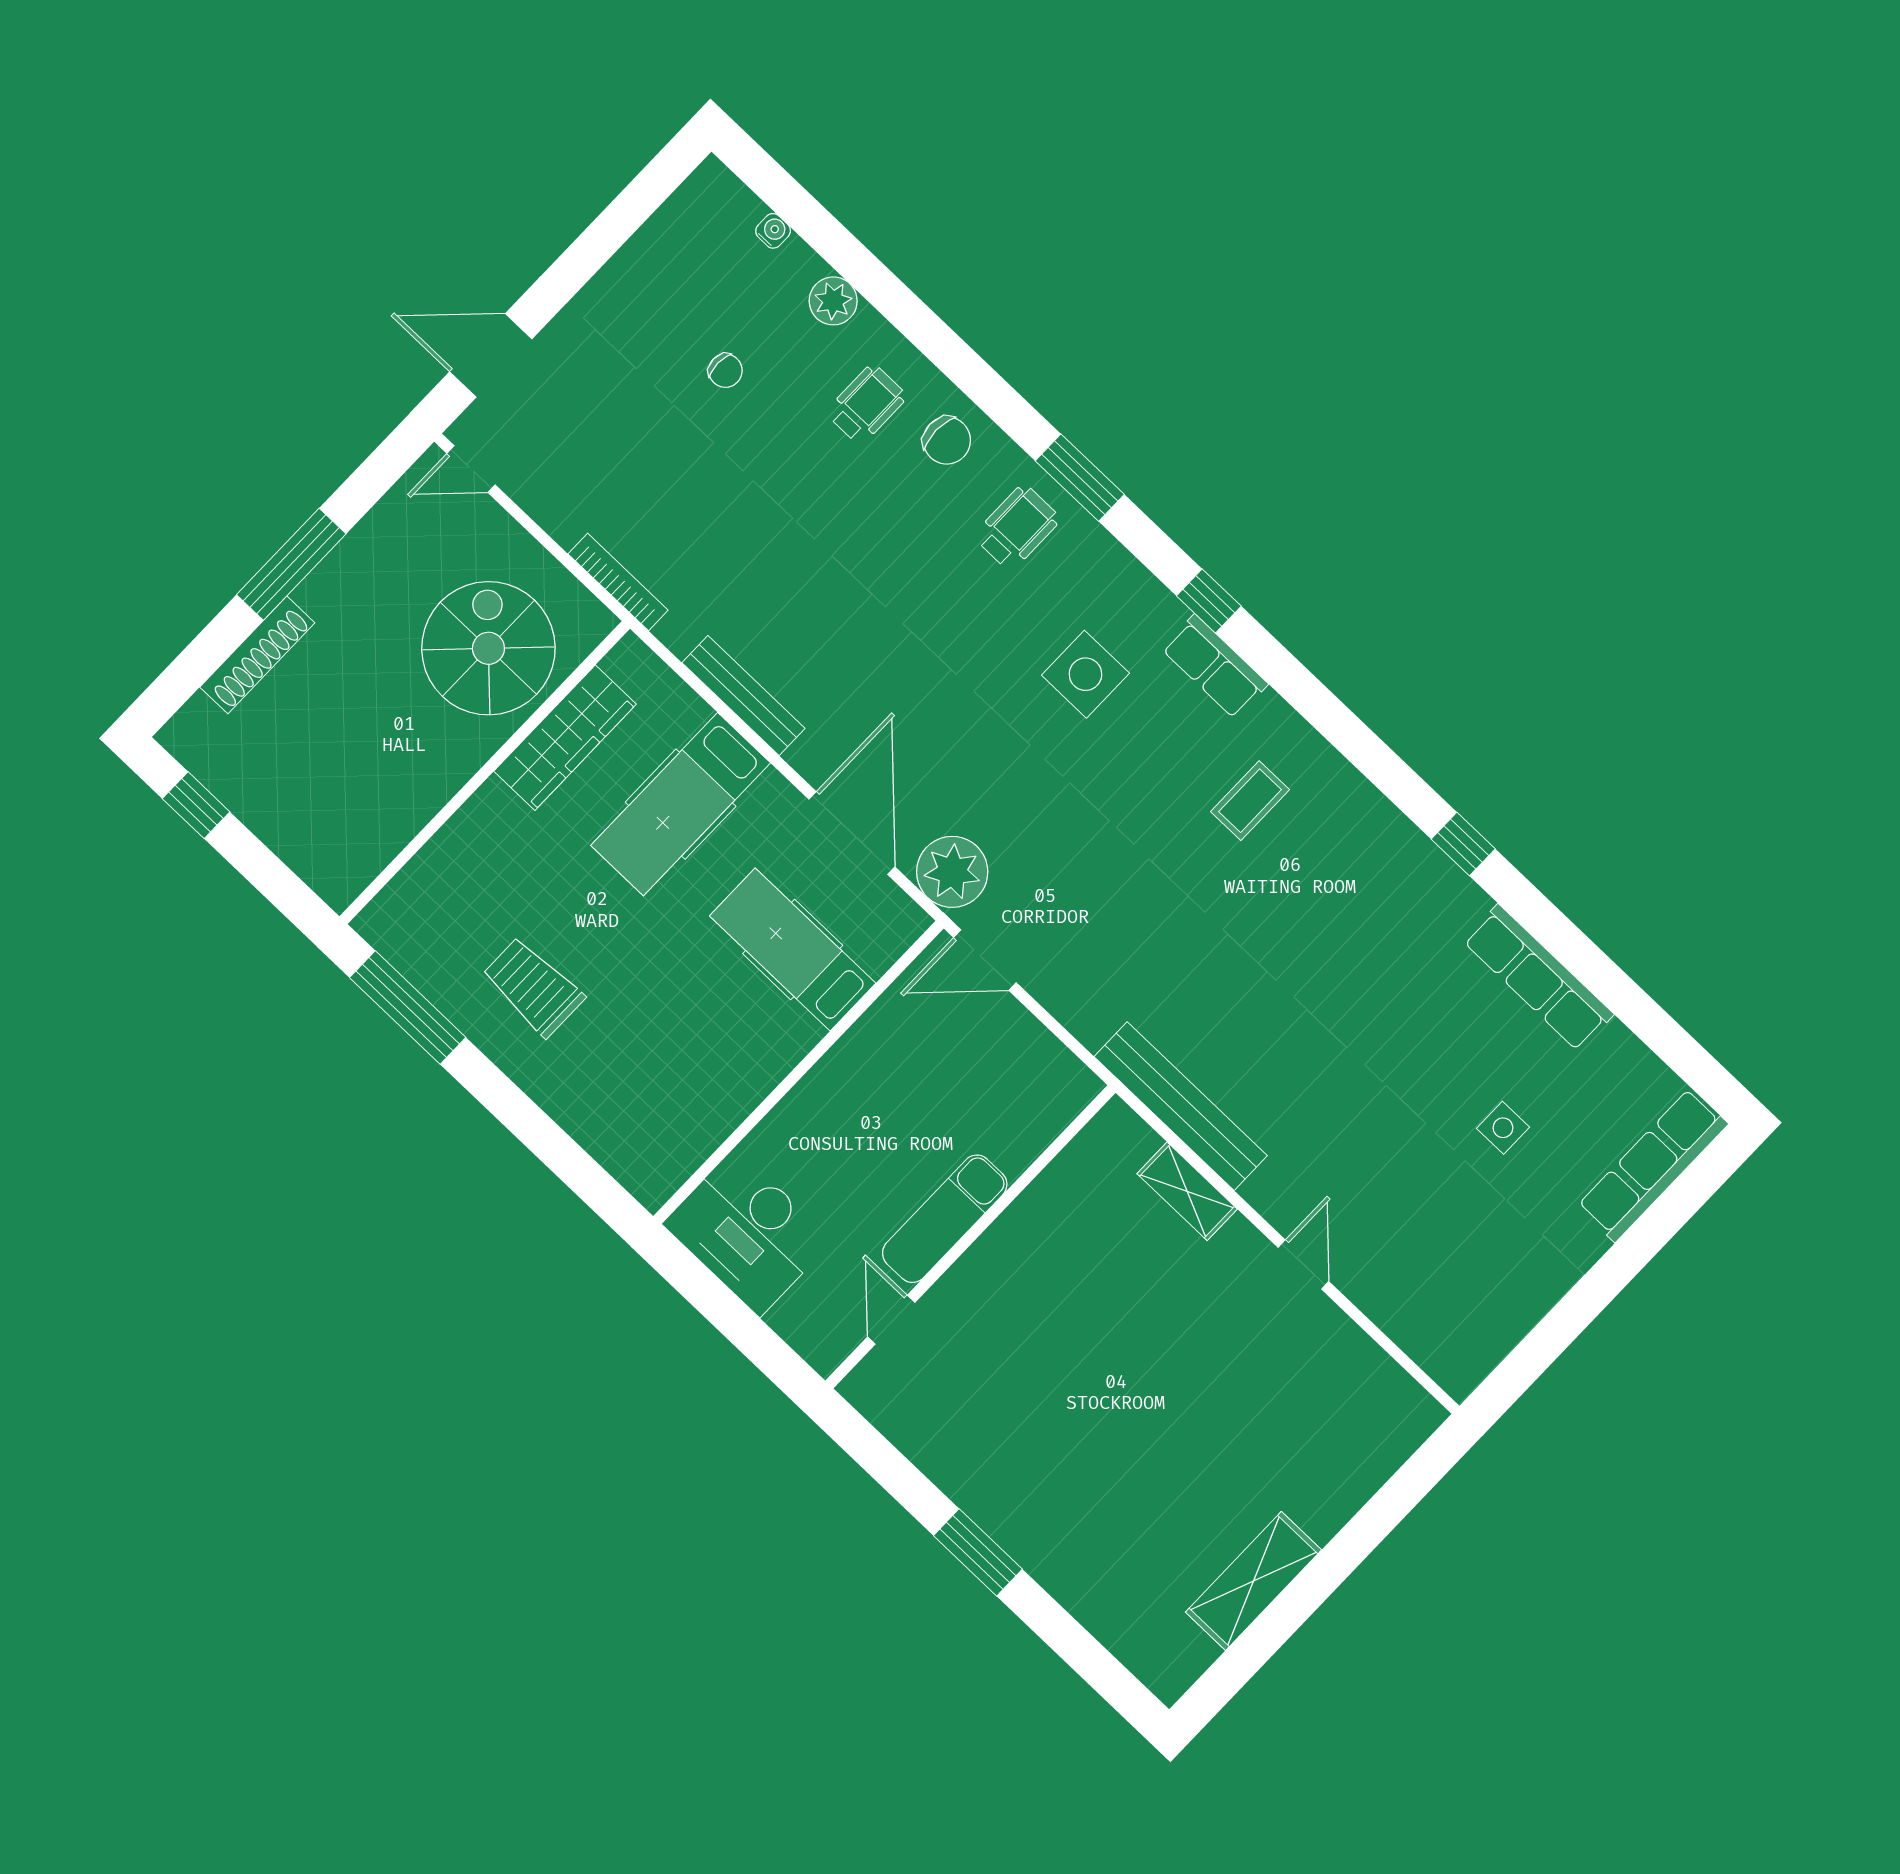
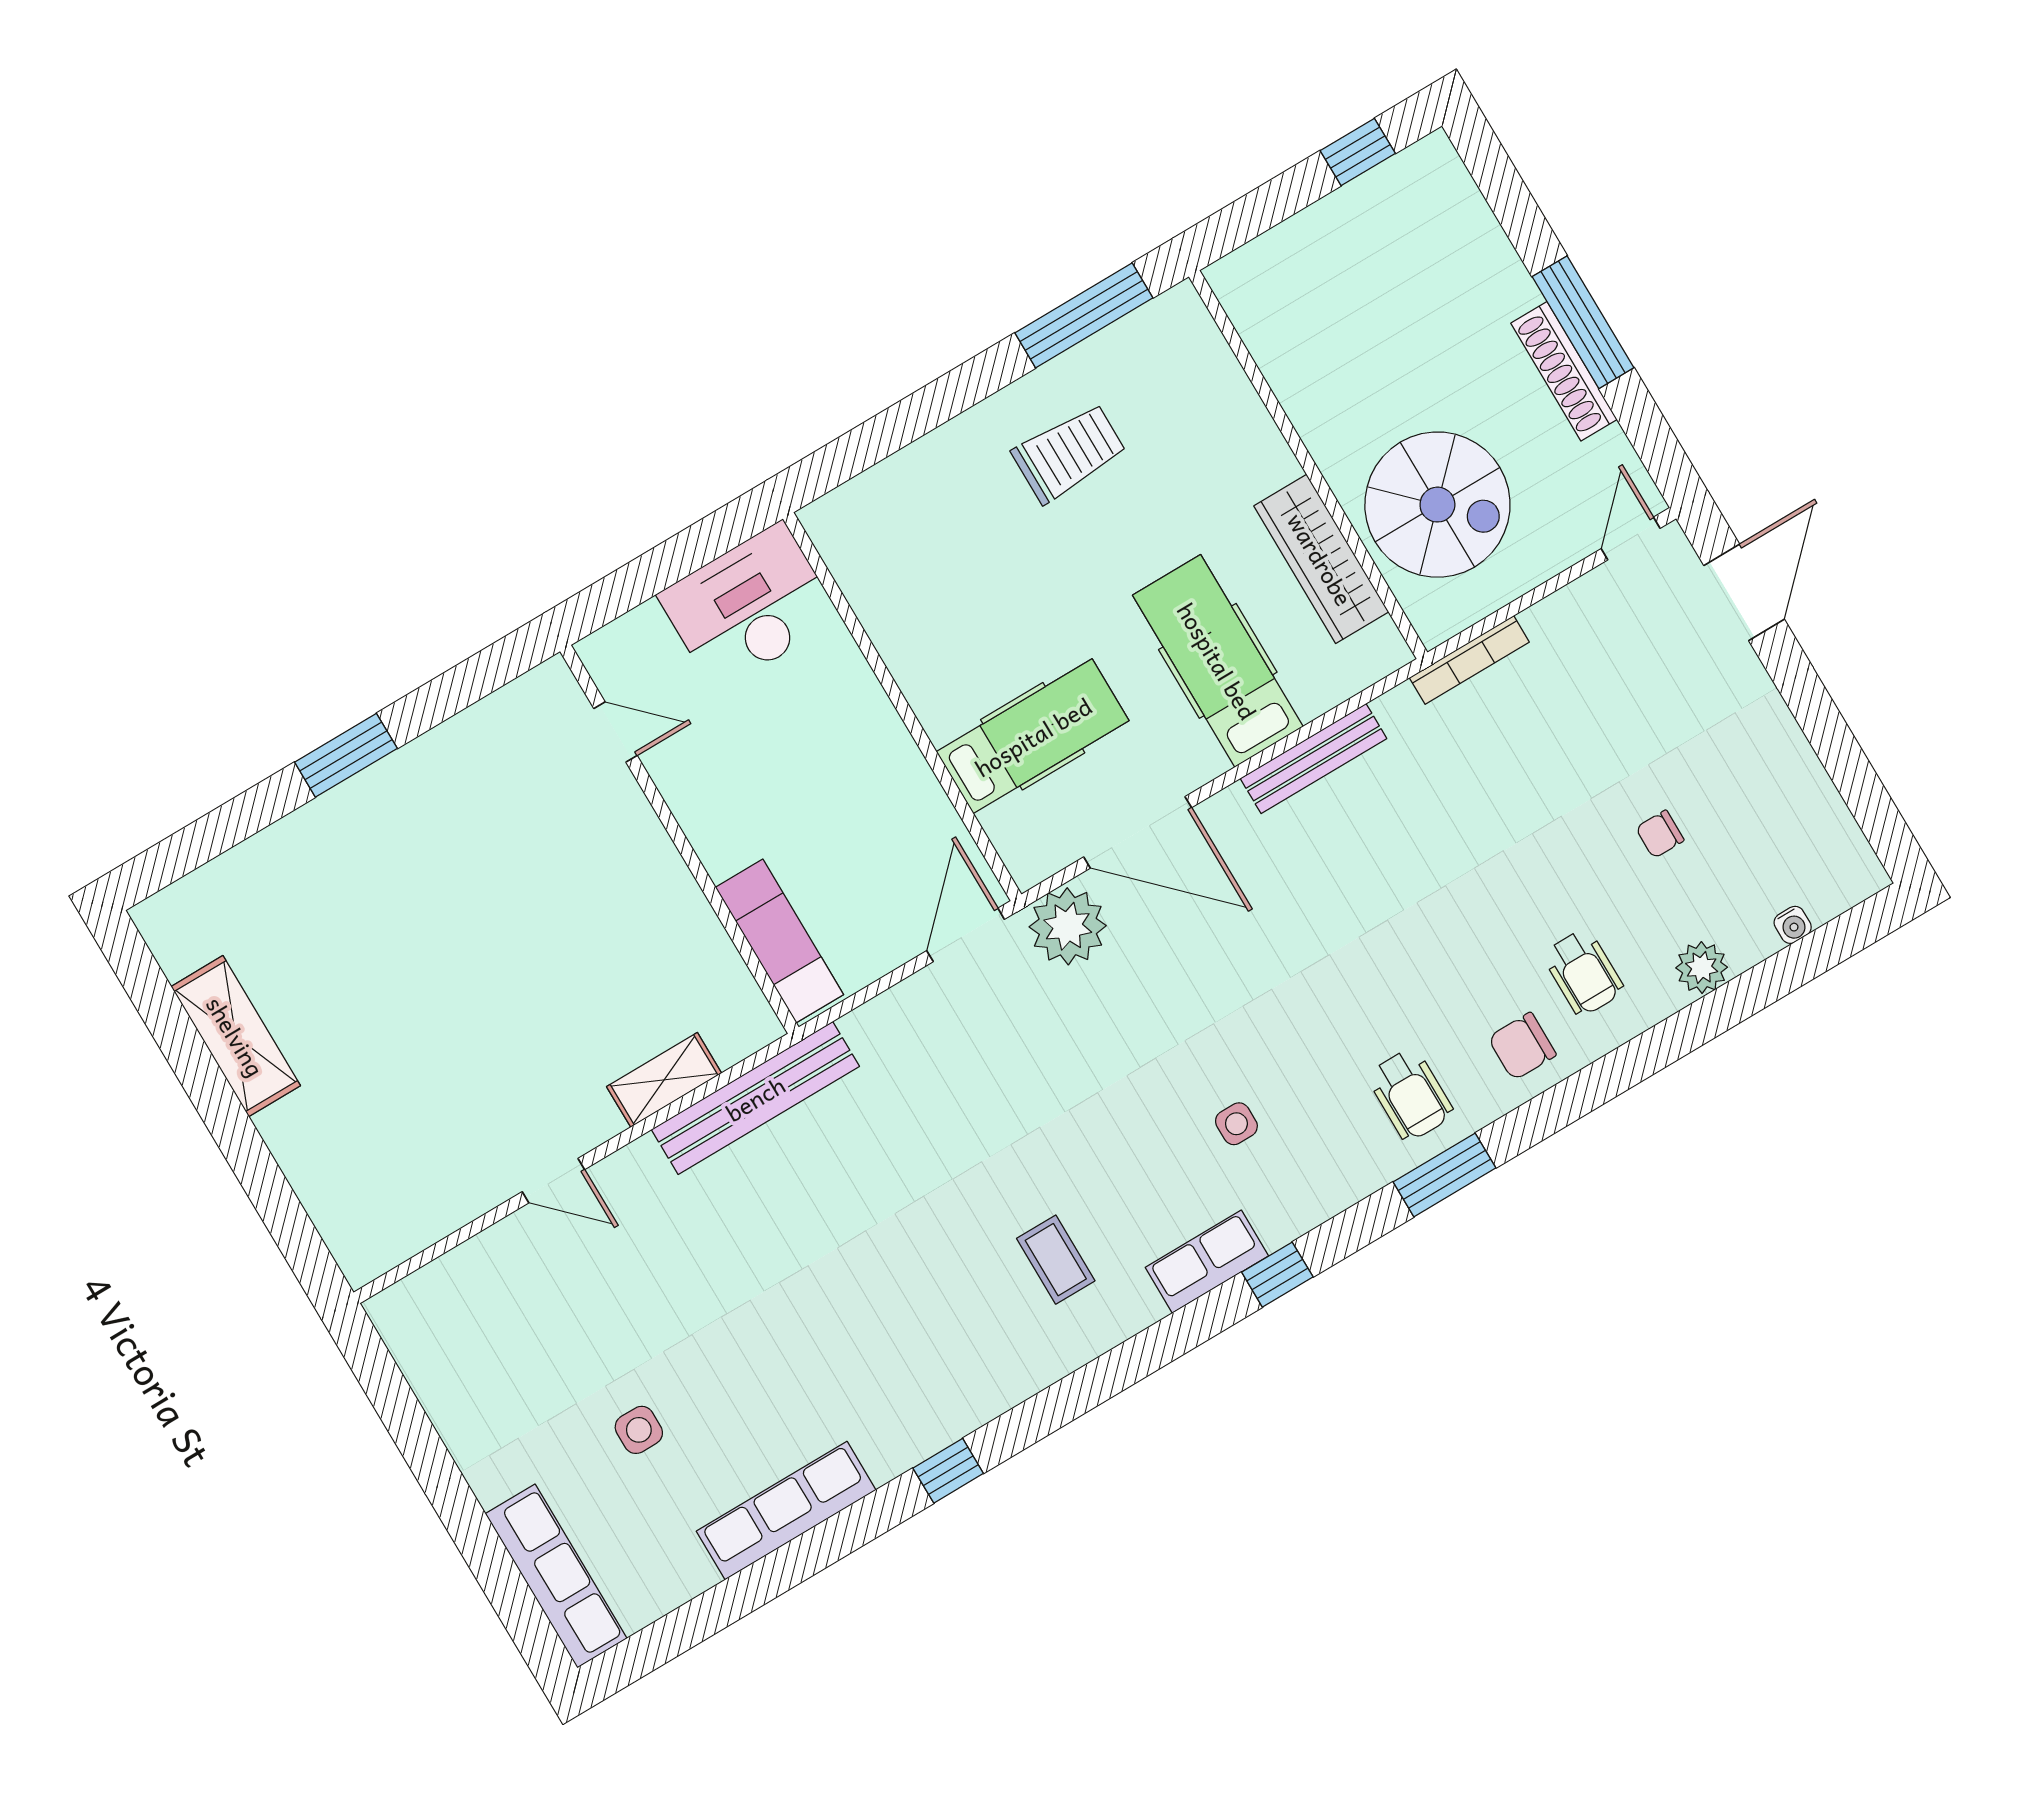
shoe rack: (257, 655) -> (1564, 371), moved
side table: (1085, 674) -> (1236, 1124), width x0.54, depth x0.54
exam couch: (945, 1219) -> (779, 941), moved

